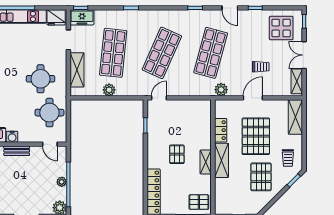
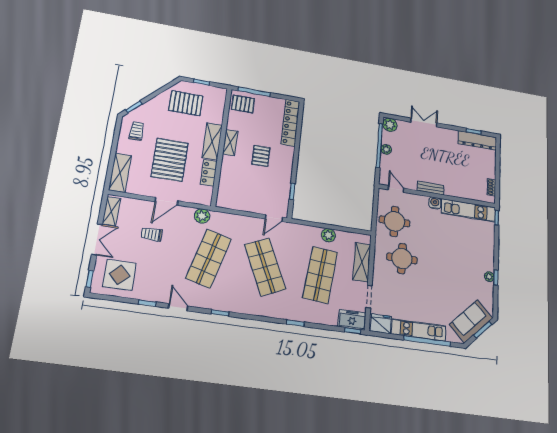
shop shelf: (162, 53) -> (265, 267), turned -48
pallet: (261, 177) -> (186, 103), moved, turned 90

